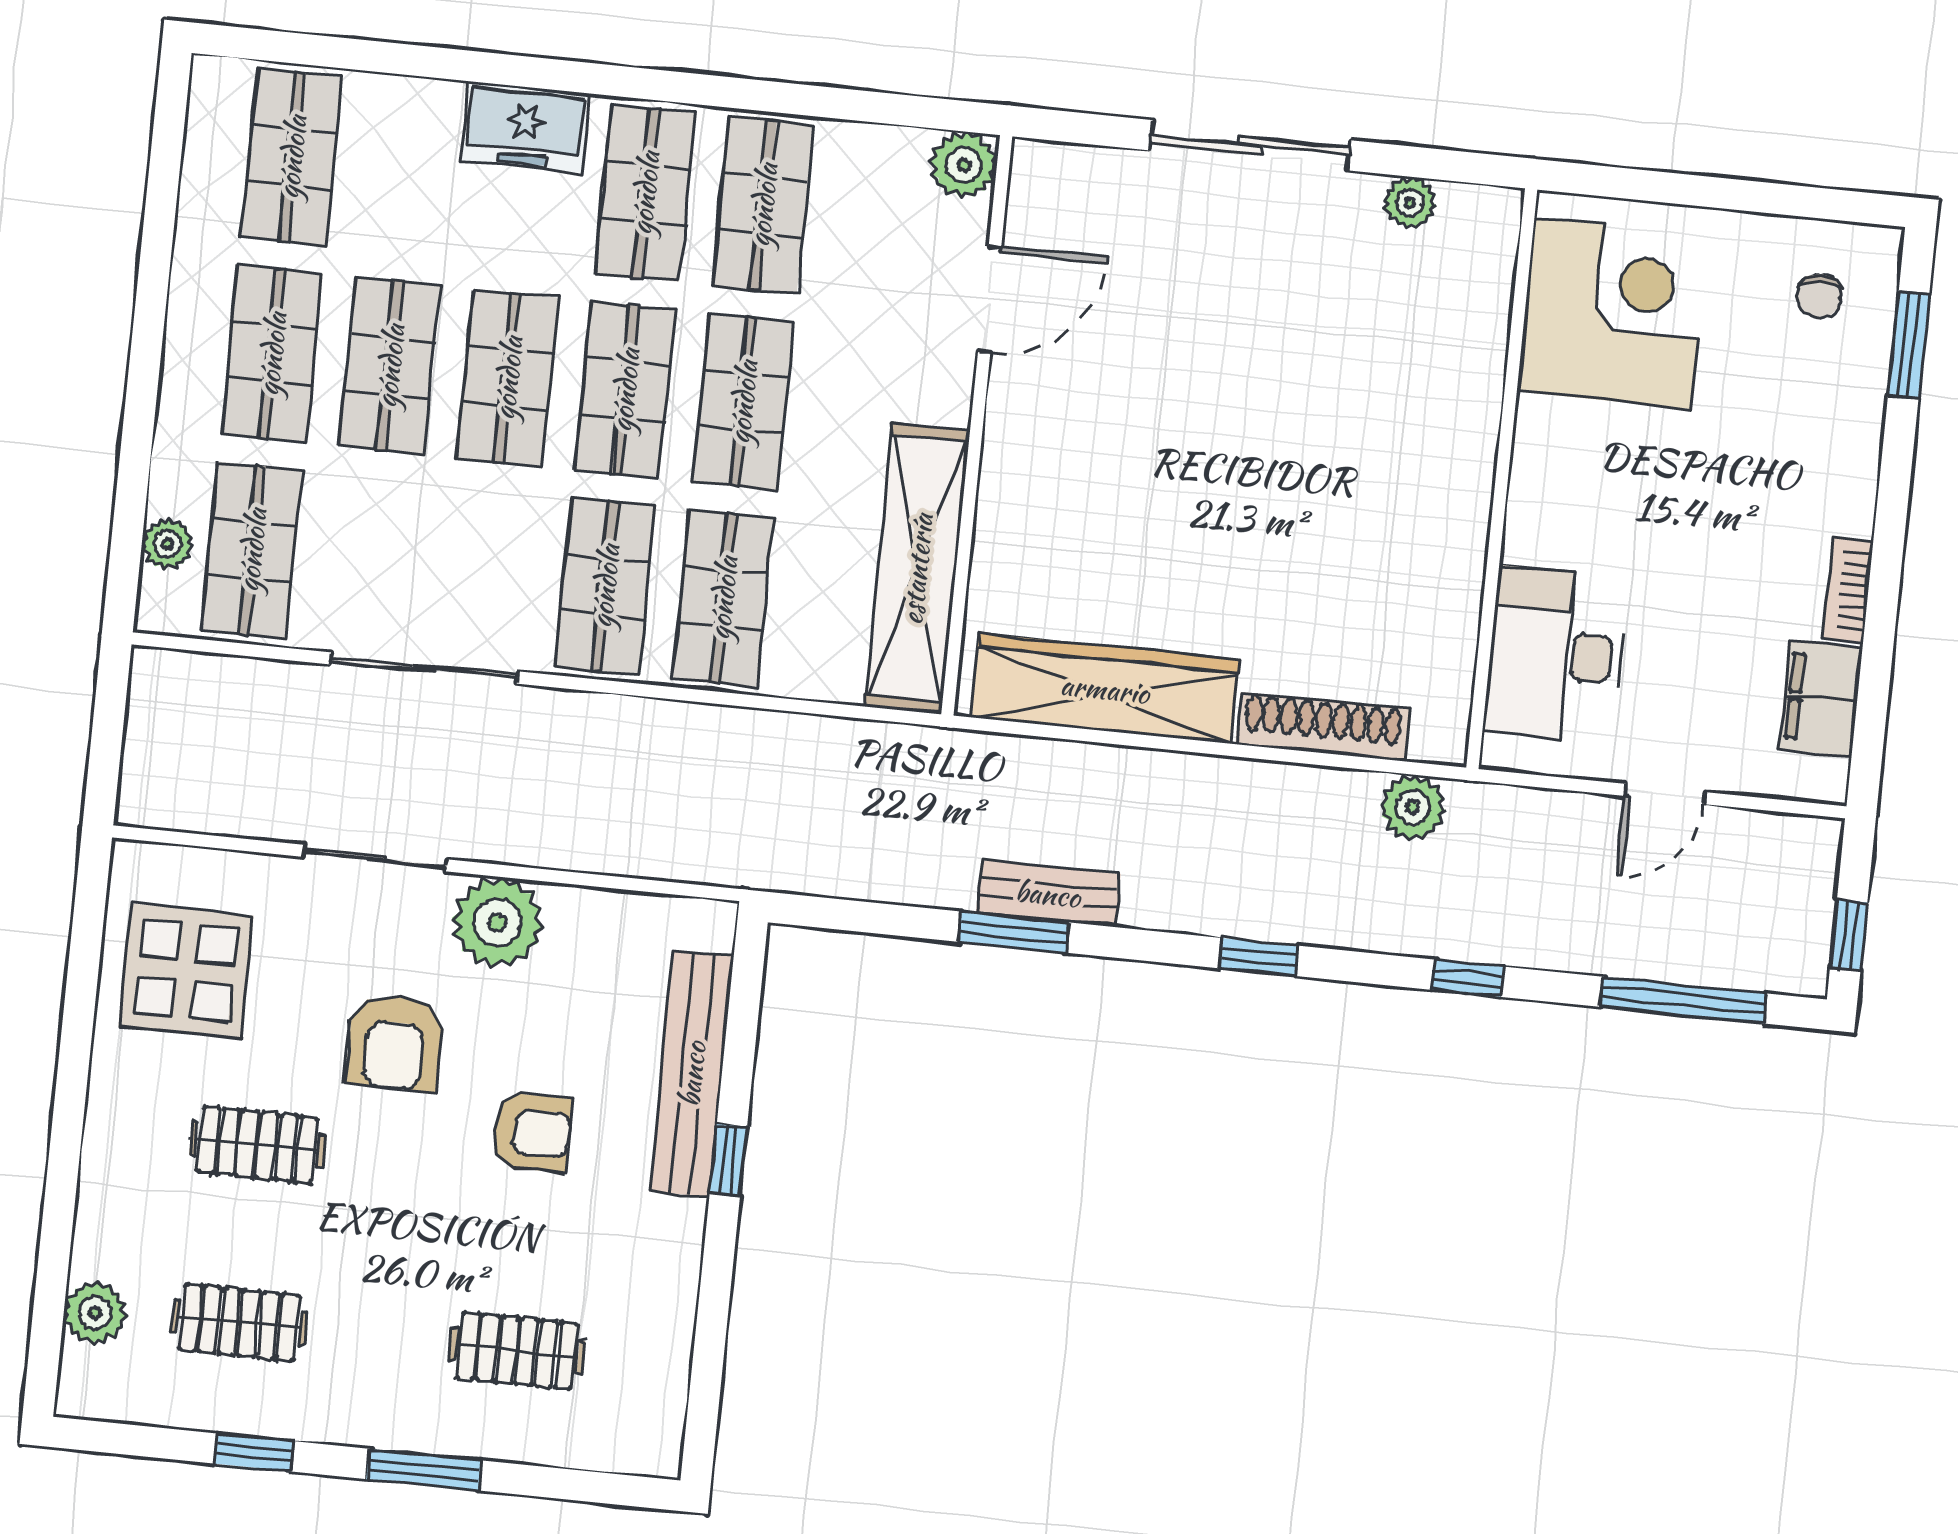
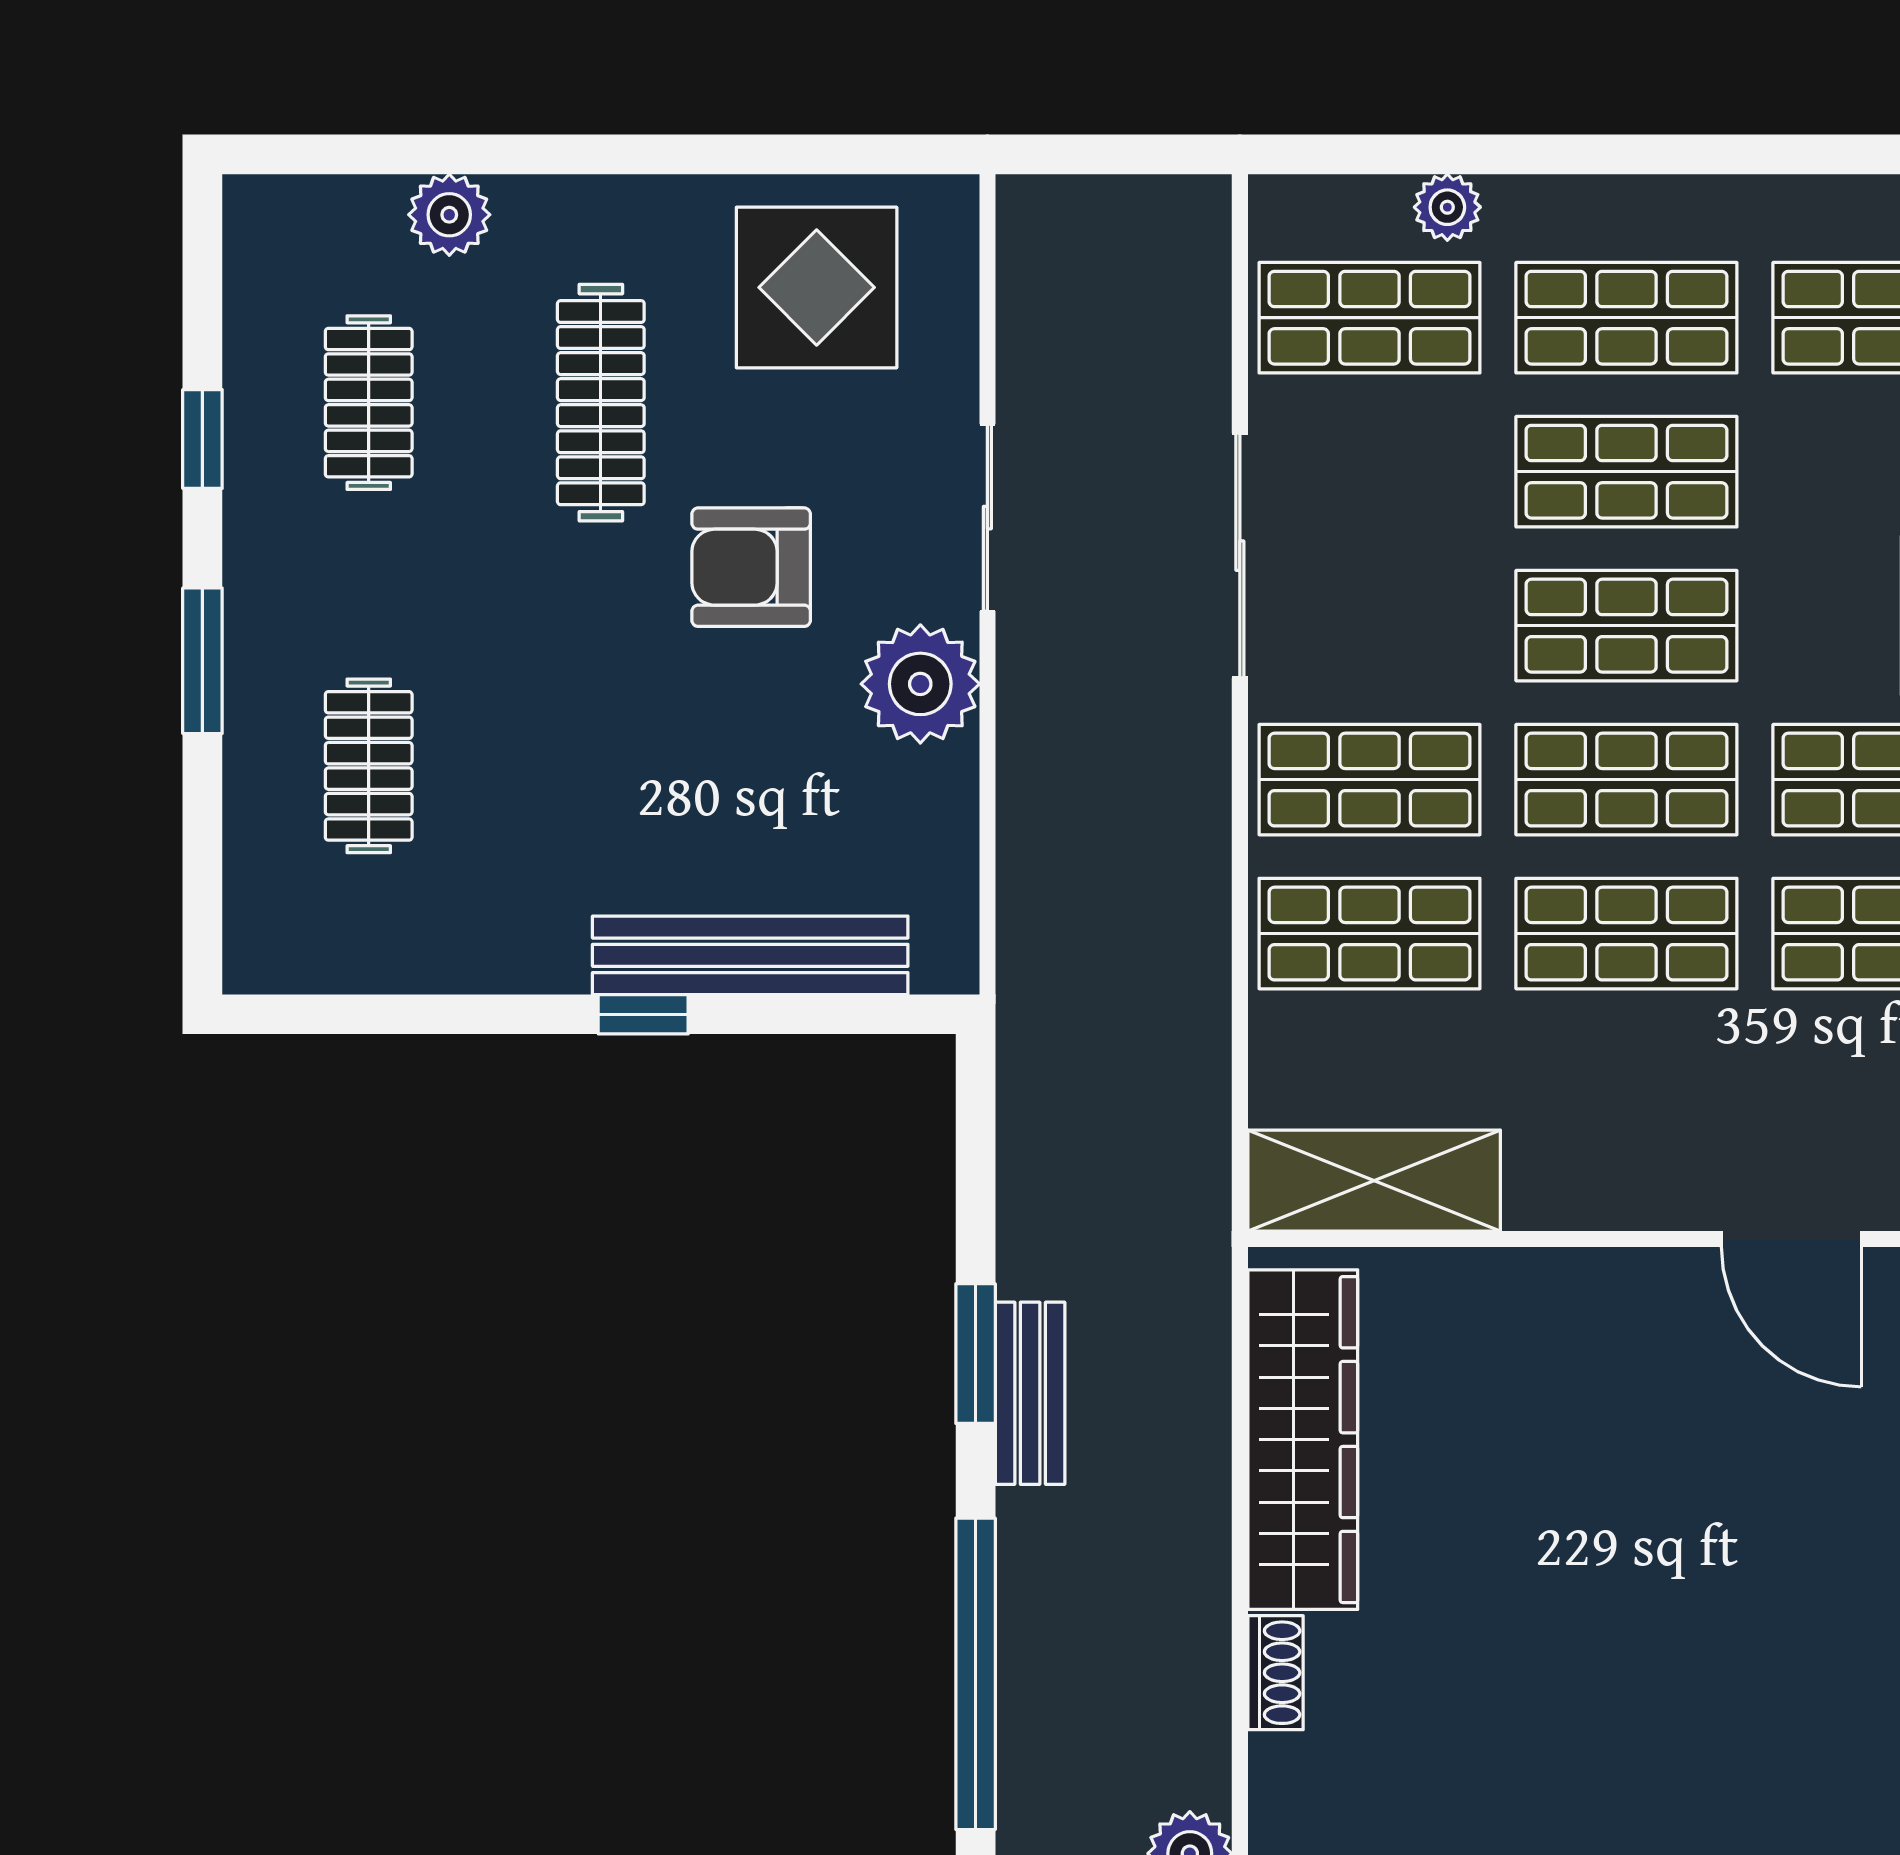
plant: (167, 544) -> (1447, 207), moved
shelving: (917, 569) -> (1374, 1181), width x0.68
shoe rack: (1323, 727) -> (1275, 1673), width x0.51, depth x0.81
window: (1259, 957) -> (976, 1674), width x3.17
armchair: (532, 1132) -> (653, 756), removed
clothes rail: (257, 1145) -> (601, 403), width x1.36
plant: (95, 1313) -> (449, 215), moved

